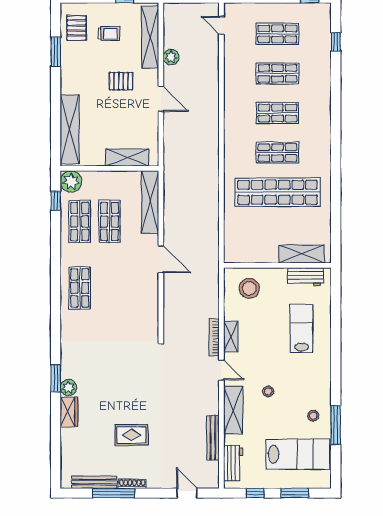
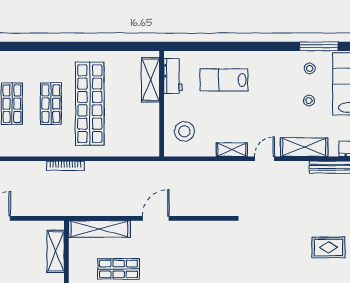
bookcase: (214, 338) -> (65, 166), moved
stool: (268, 391) -> (309, 101), moved
rug: (131, 435) -> (329, 247), turned 90

